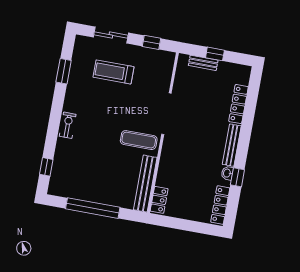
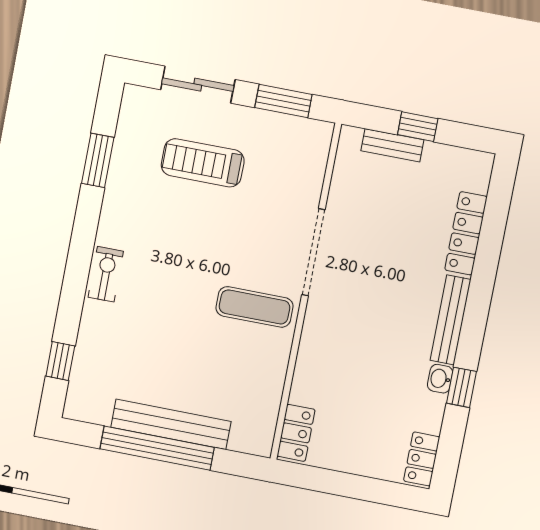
window: (151, 42) -> (283, 101), width x1.50
bench: (145, 184) -> (171, 424), moved, turned 90
locker: (220, 205) -> (422, 459), width x0.66

